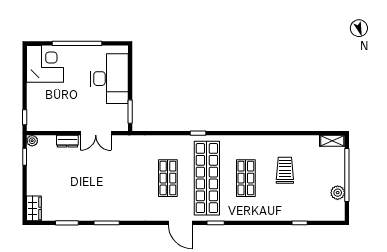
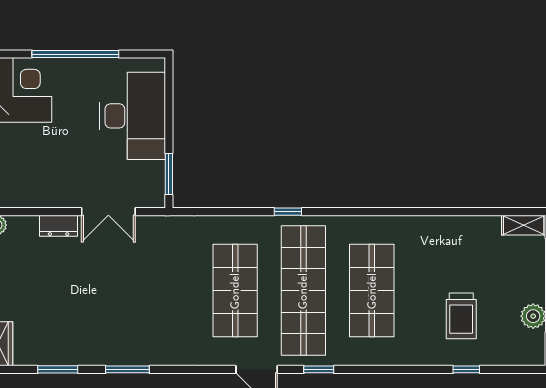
trolley: (285, 170) -> (461, 316), moved, turned 180
shop shelf: (168, 178) -> (235, 291), width x1.43, depth x1.36
shop shelf: (246, 178) -> (372, 291), width x1.43, depth x1.36

